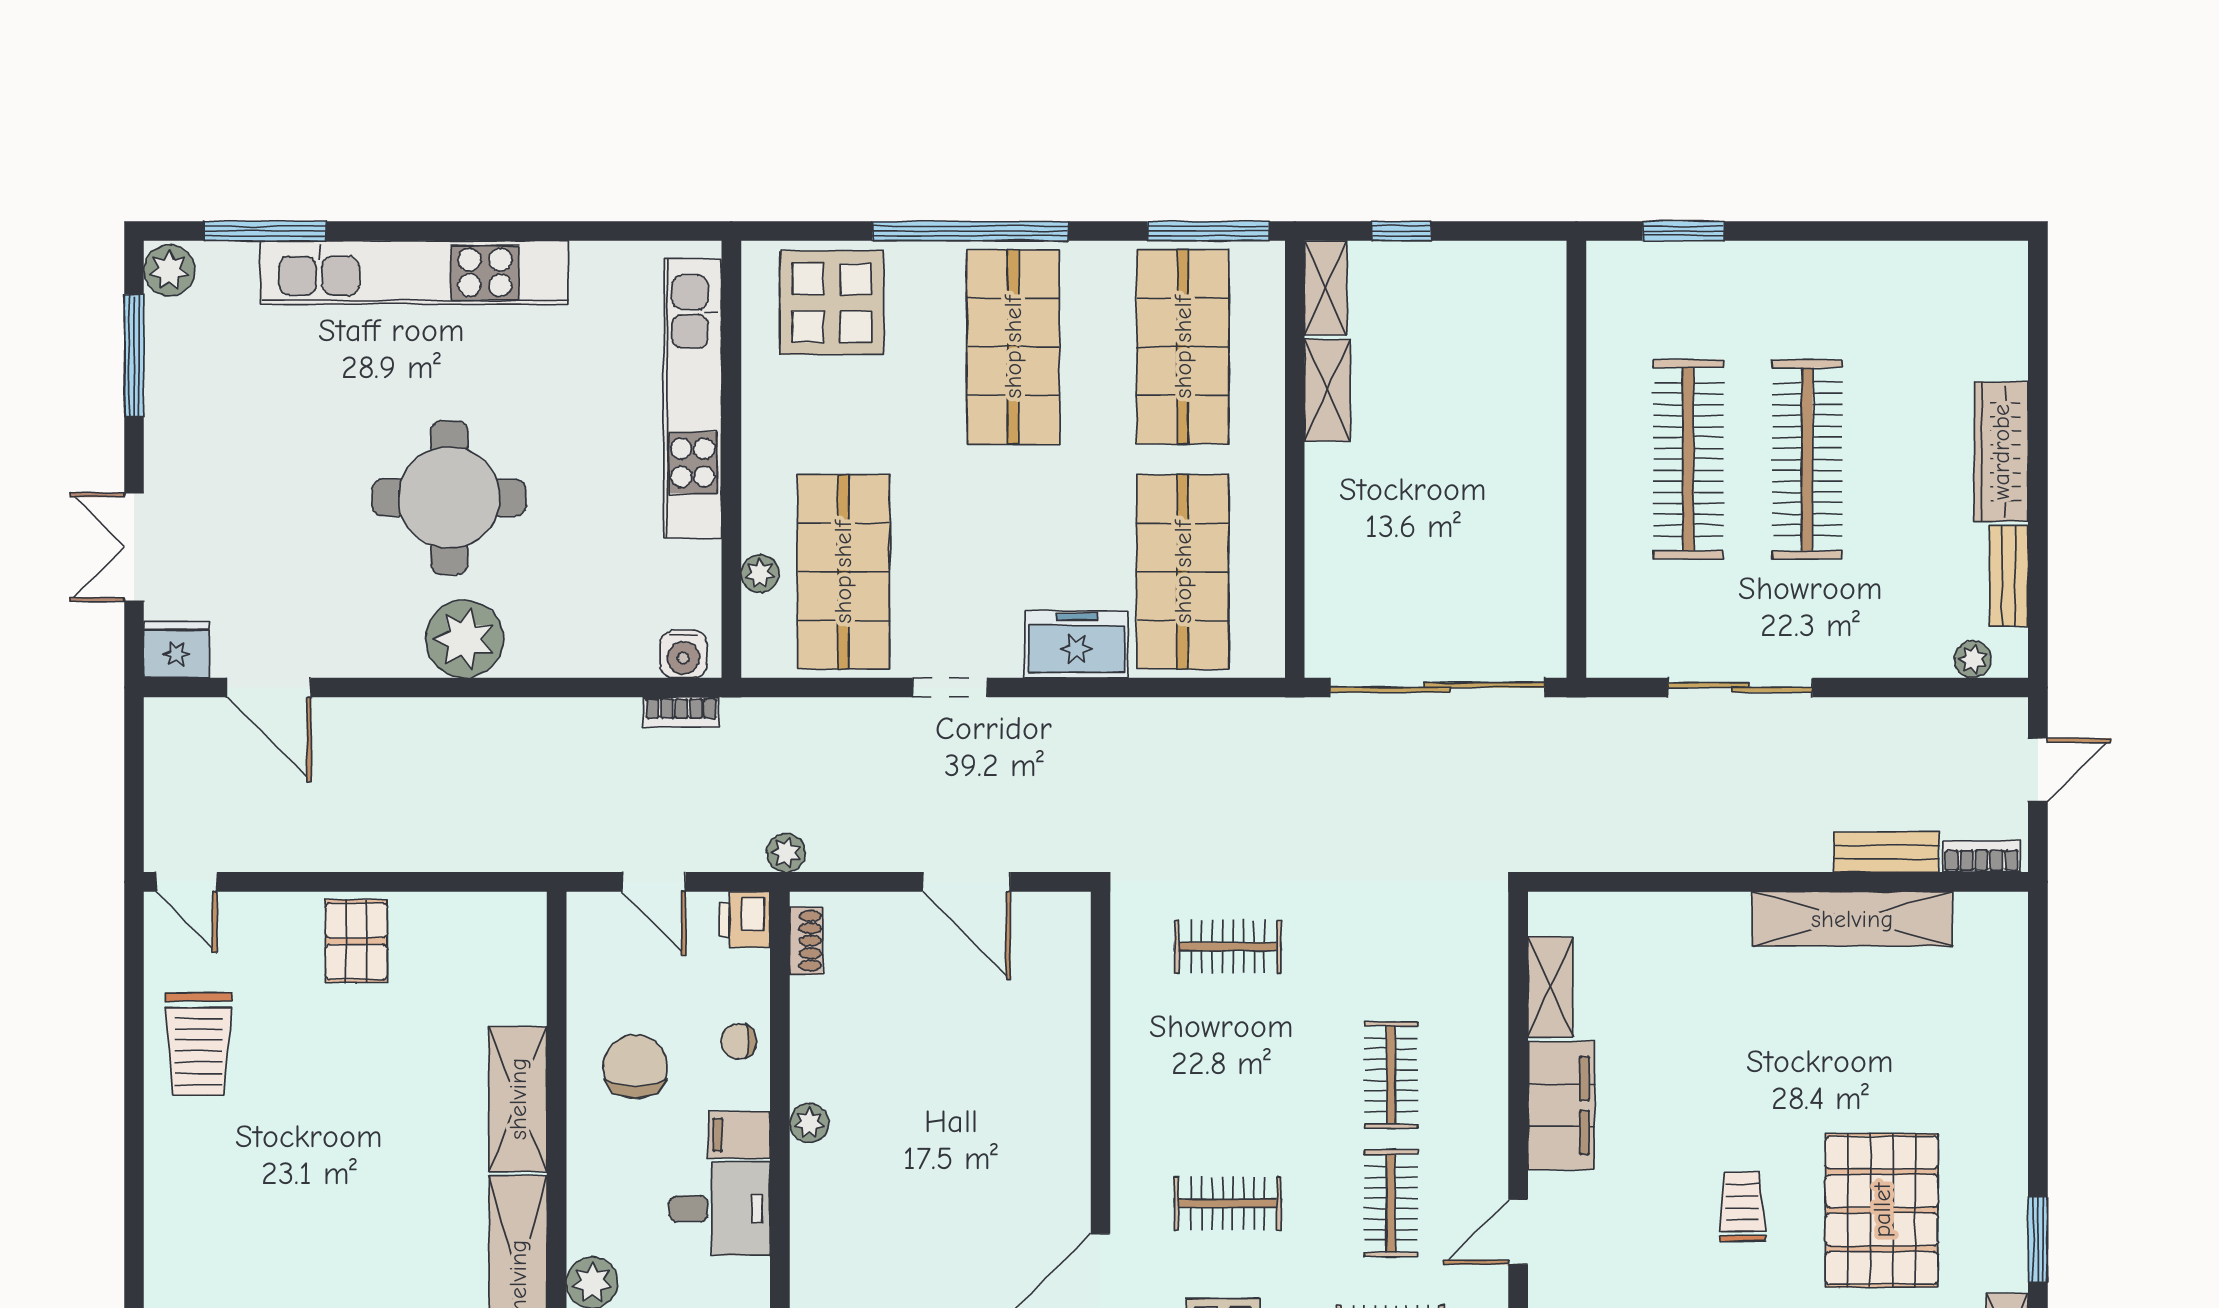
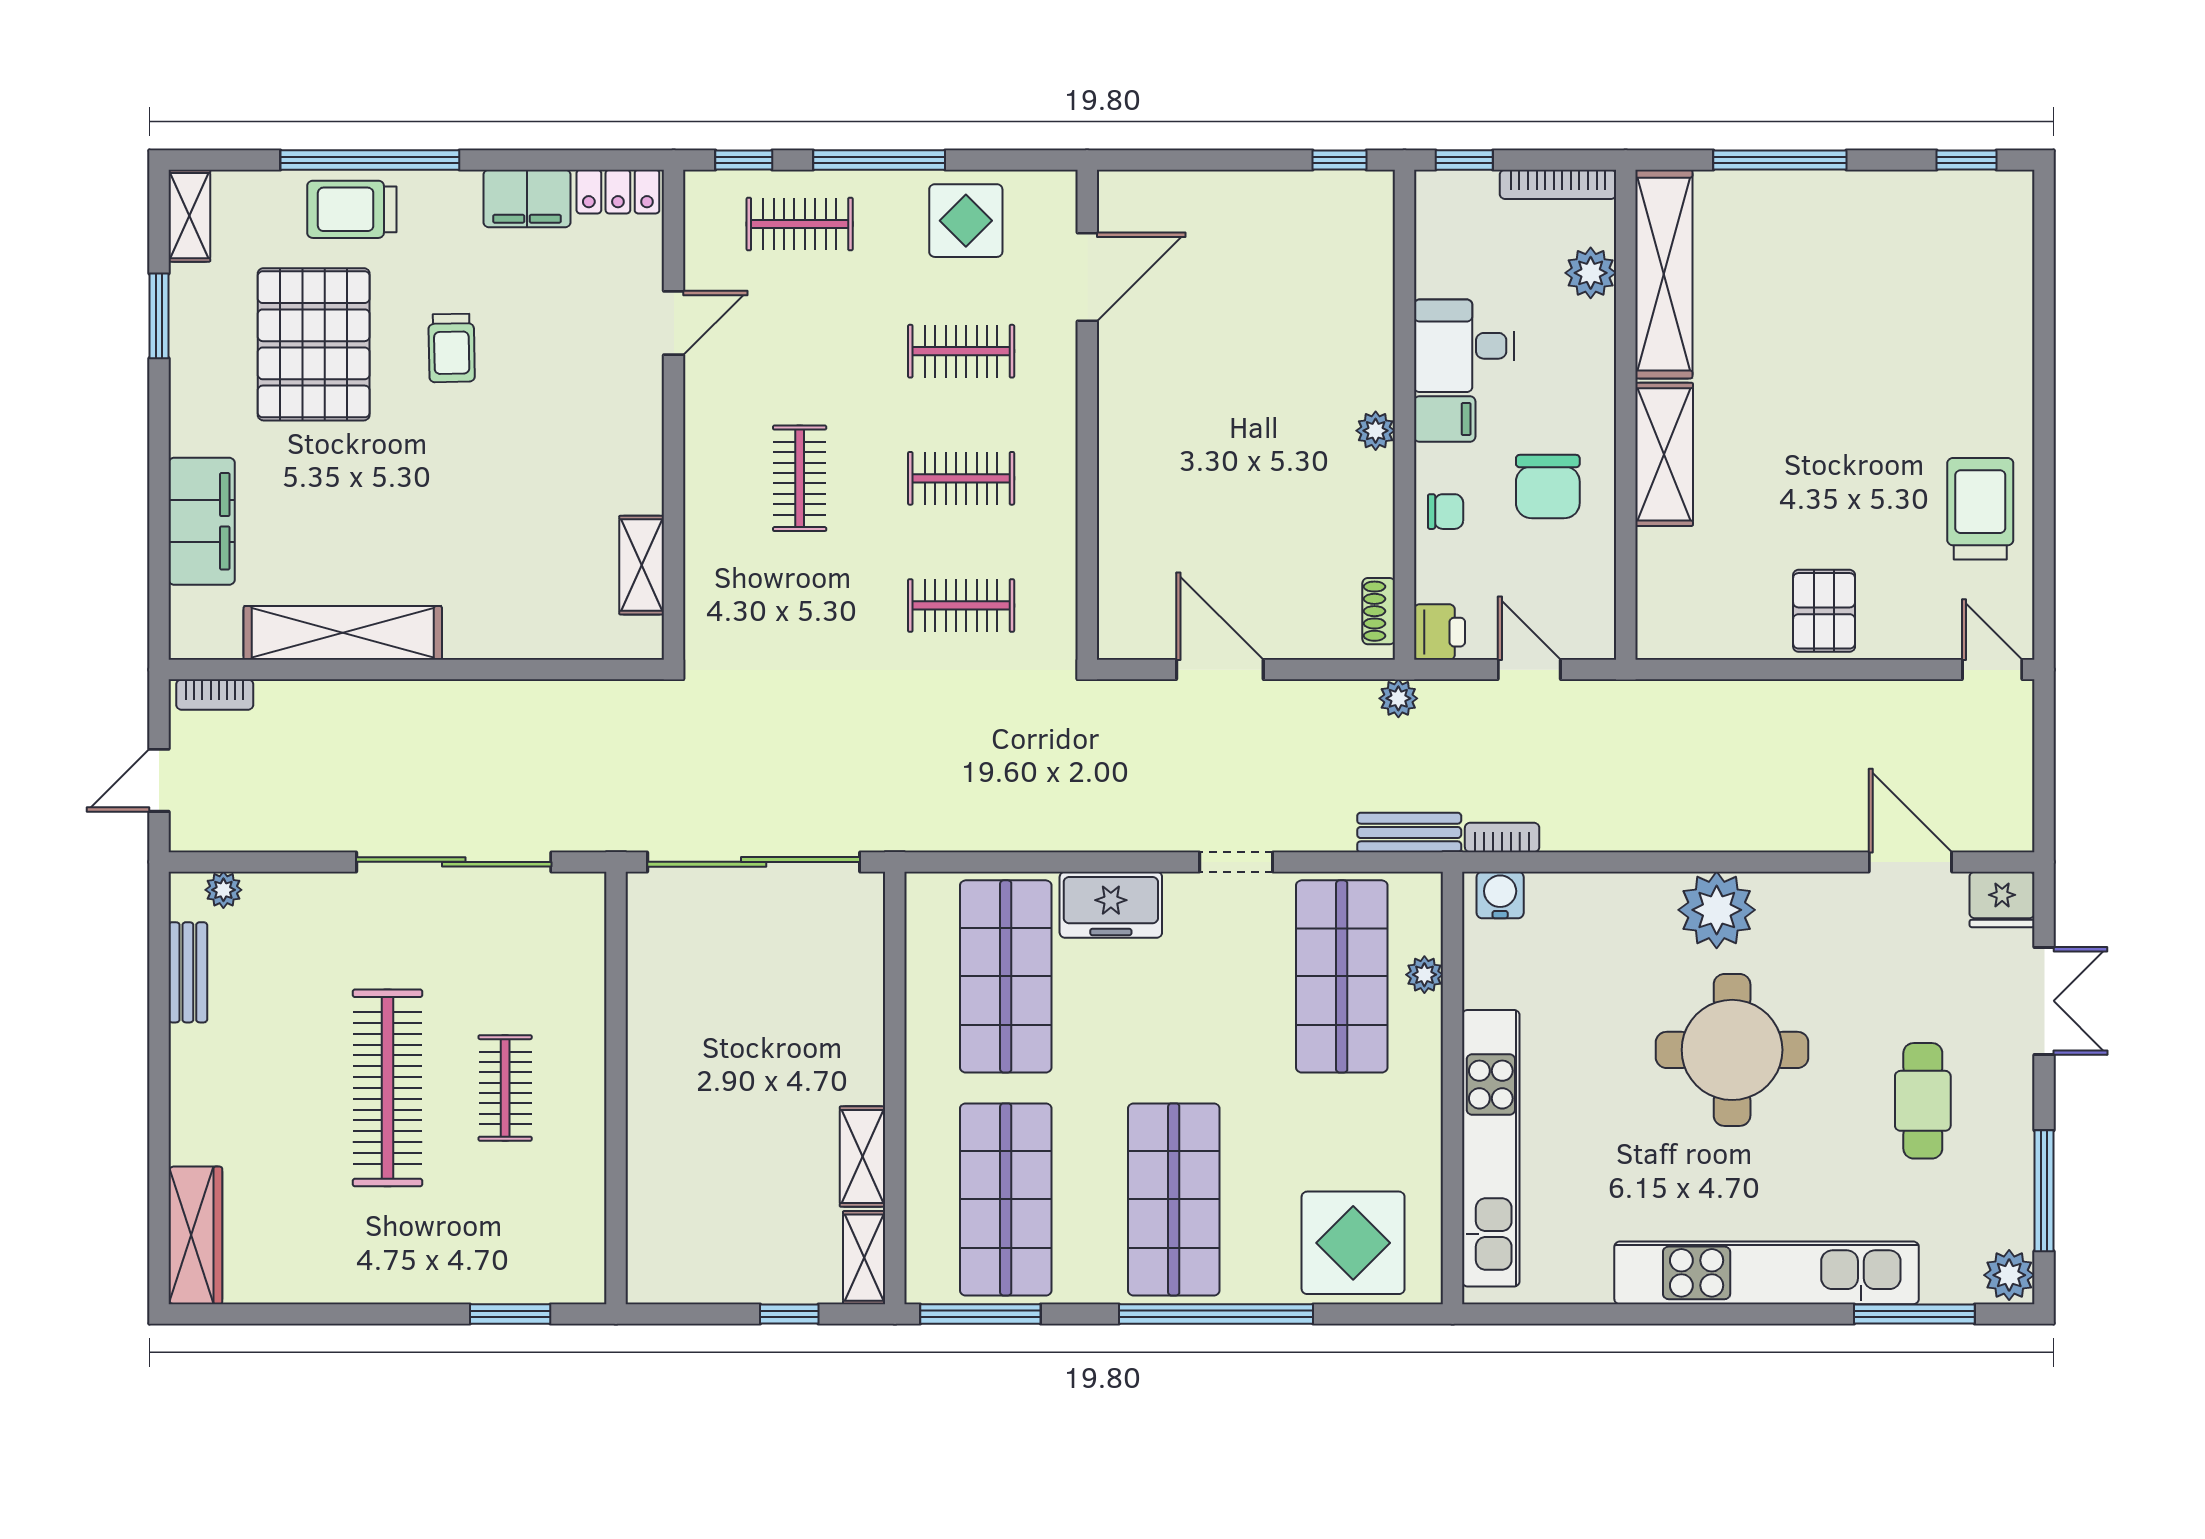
cafe table: (256, 446) -> (1923, 1101), added
wardrobe: (2001, 452) -> (195, 1235), moved
clothes rail: (1688, 459) -> (505, 1088), width x0.54, depth x0.76
sliding door: (1740, 688) -> (454, 862), width x1.36
bench: (1886, 852) -> (1409, 833), moved
filing cabinet: (1561, 1106) -> (202, 521), moved, turned 180
clothes rail: (1391, 1203) -> (961, 478), moved, turned 90

